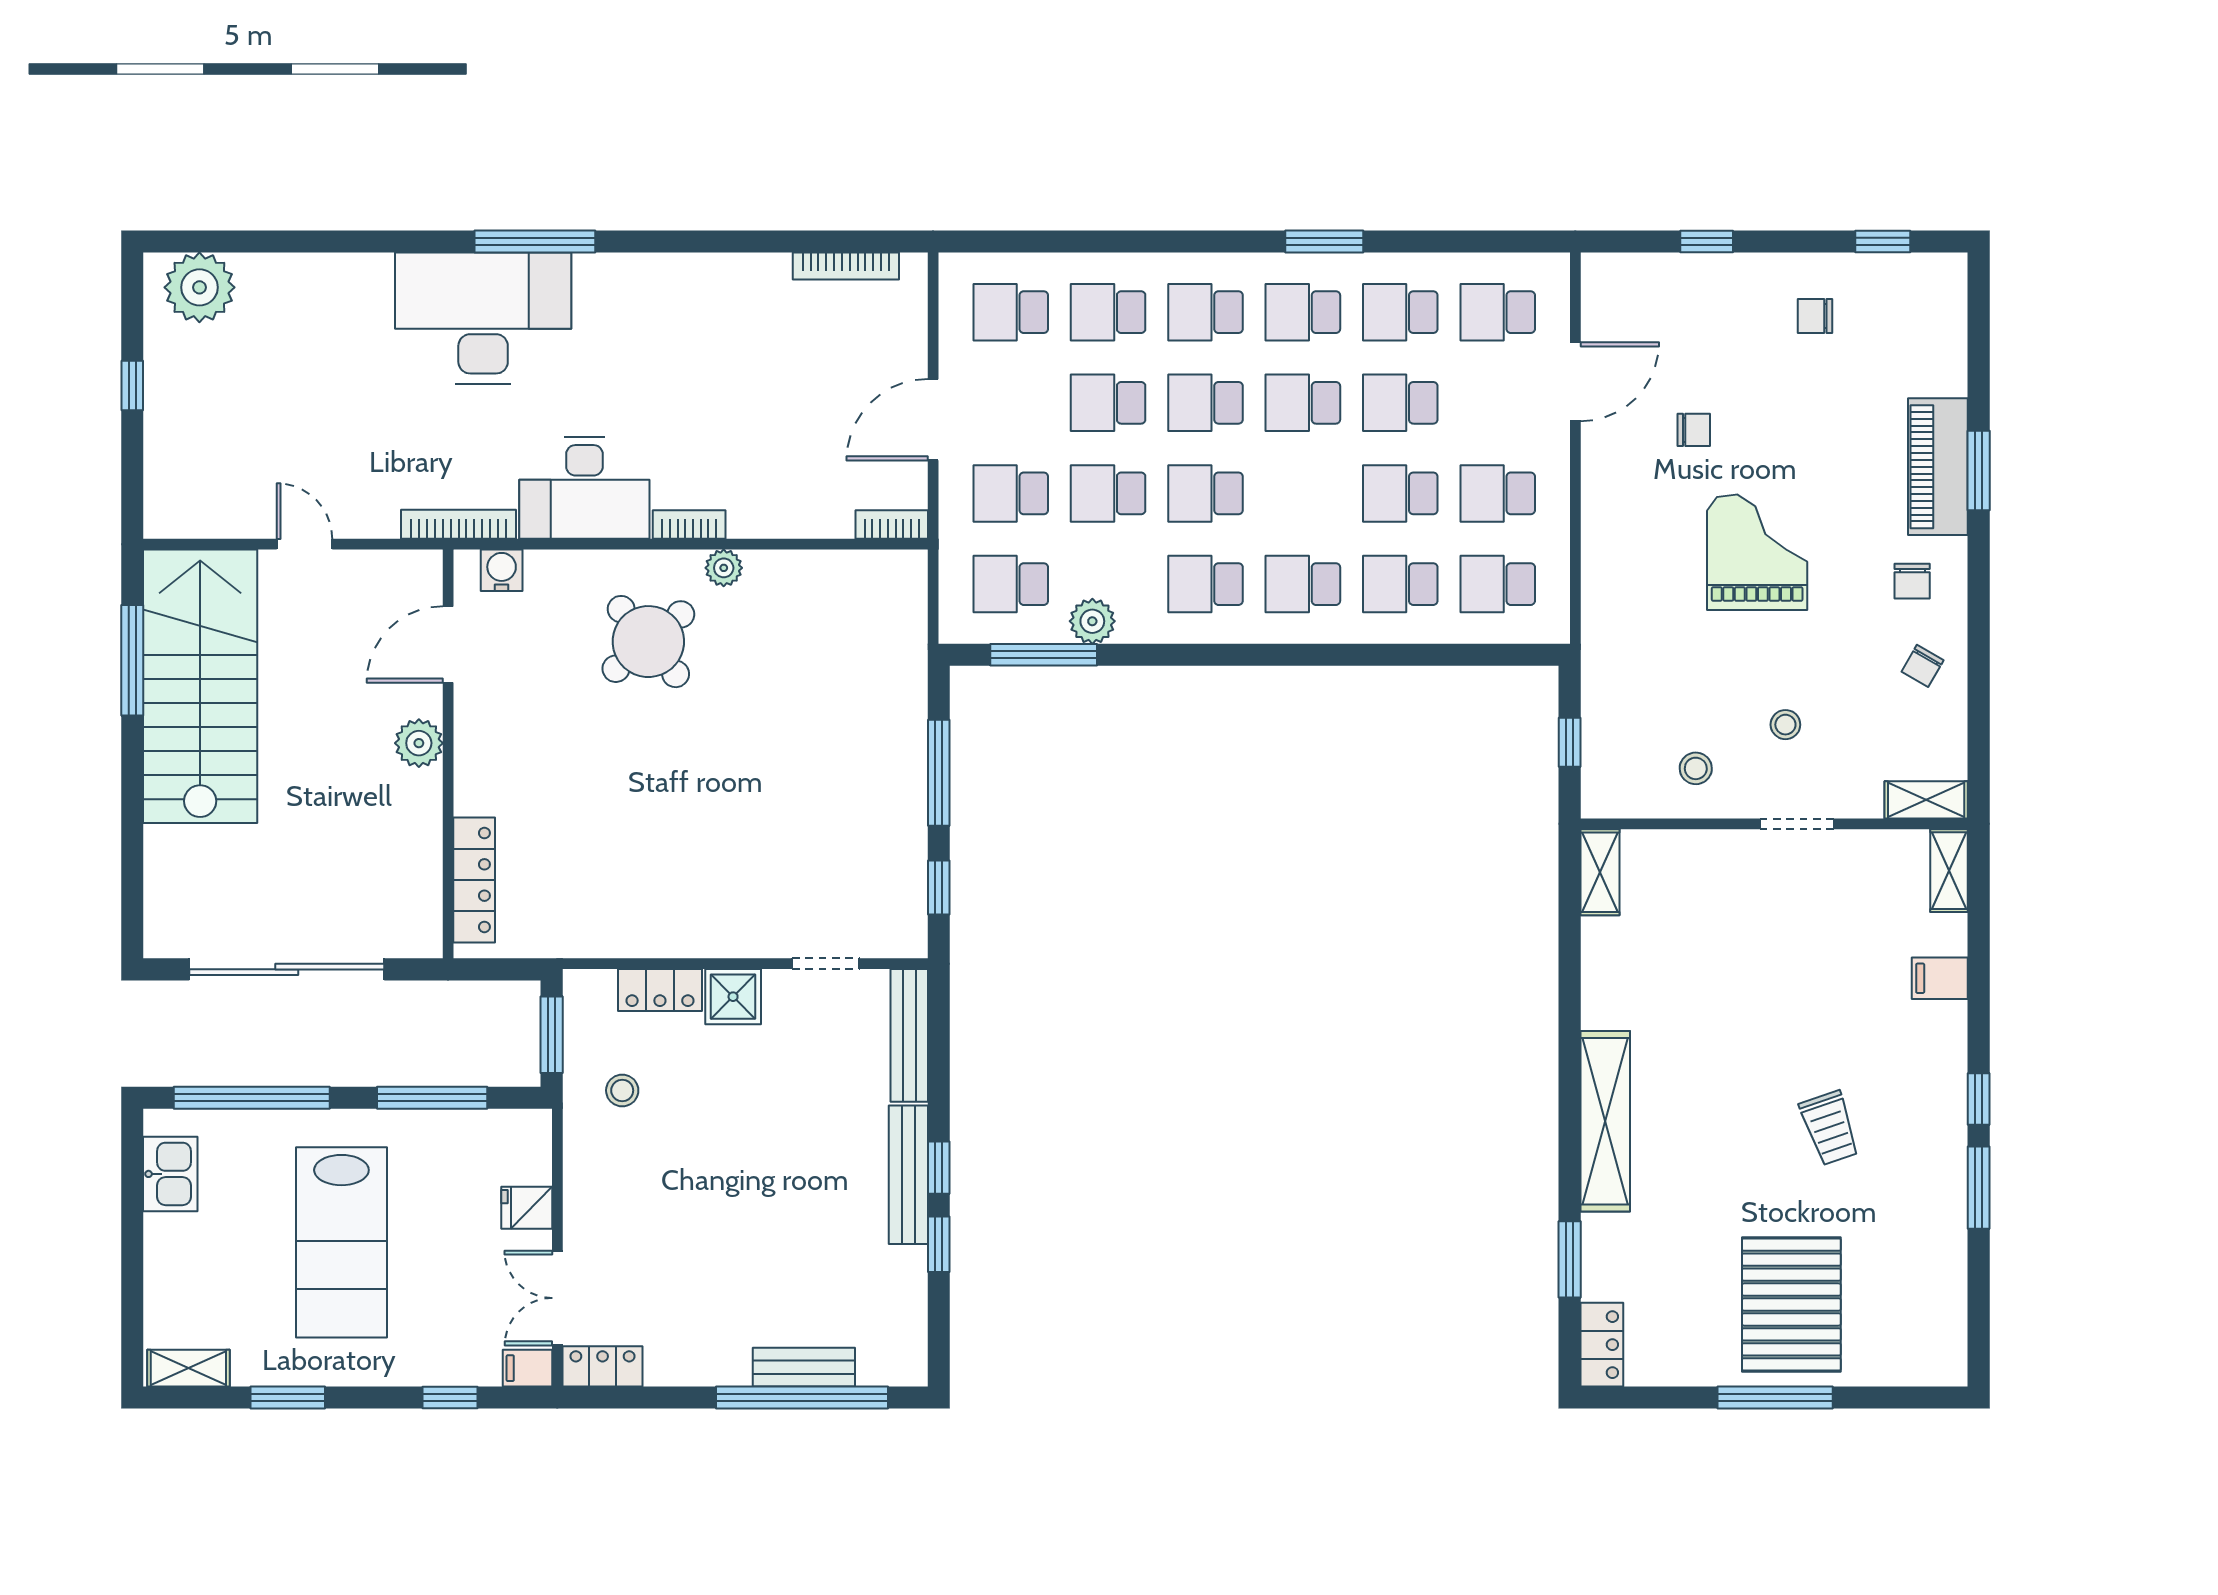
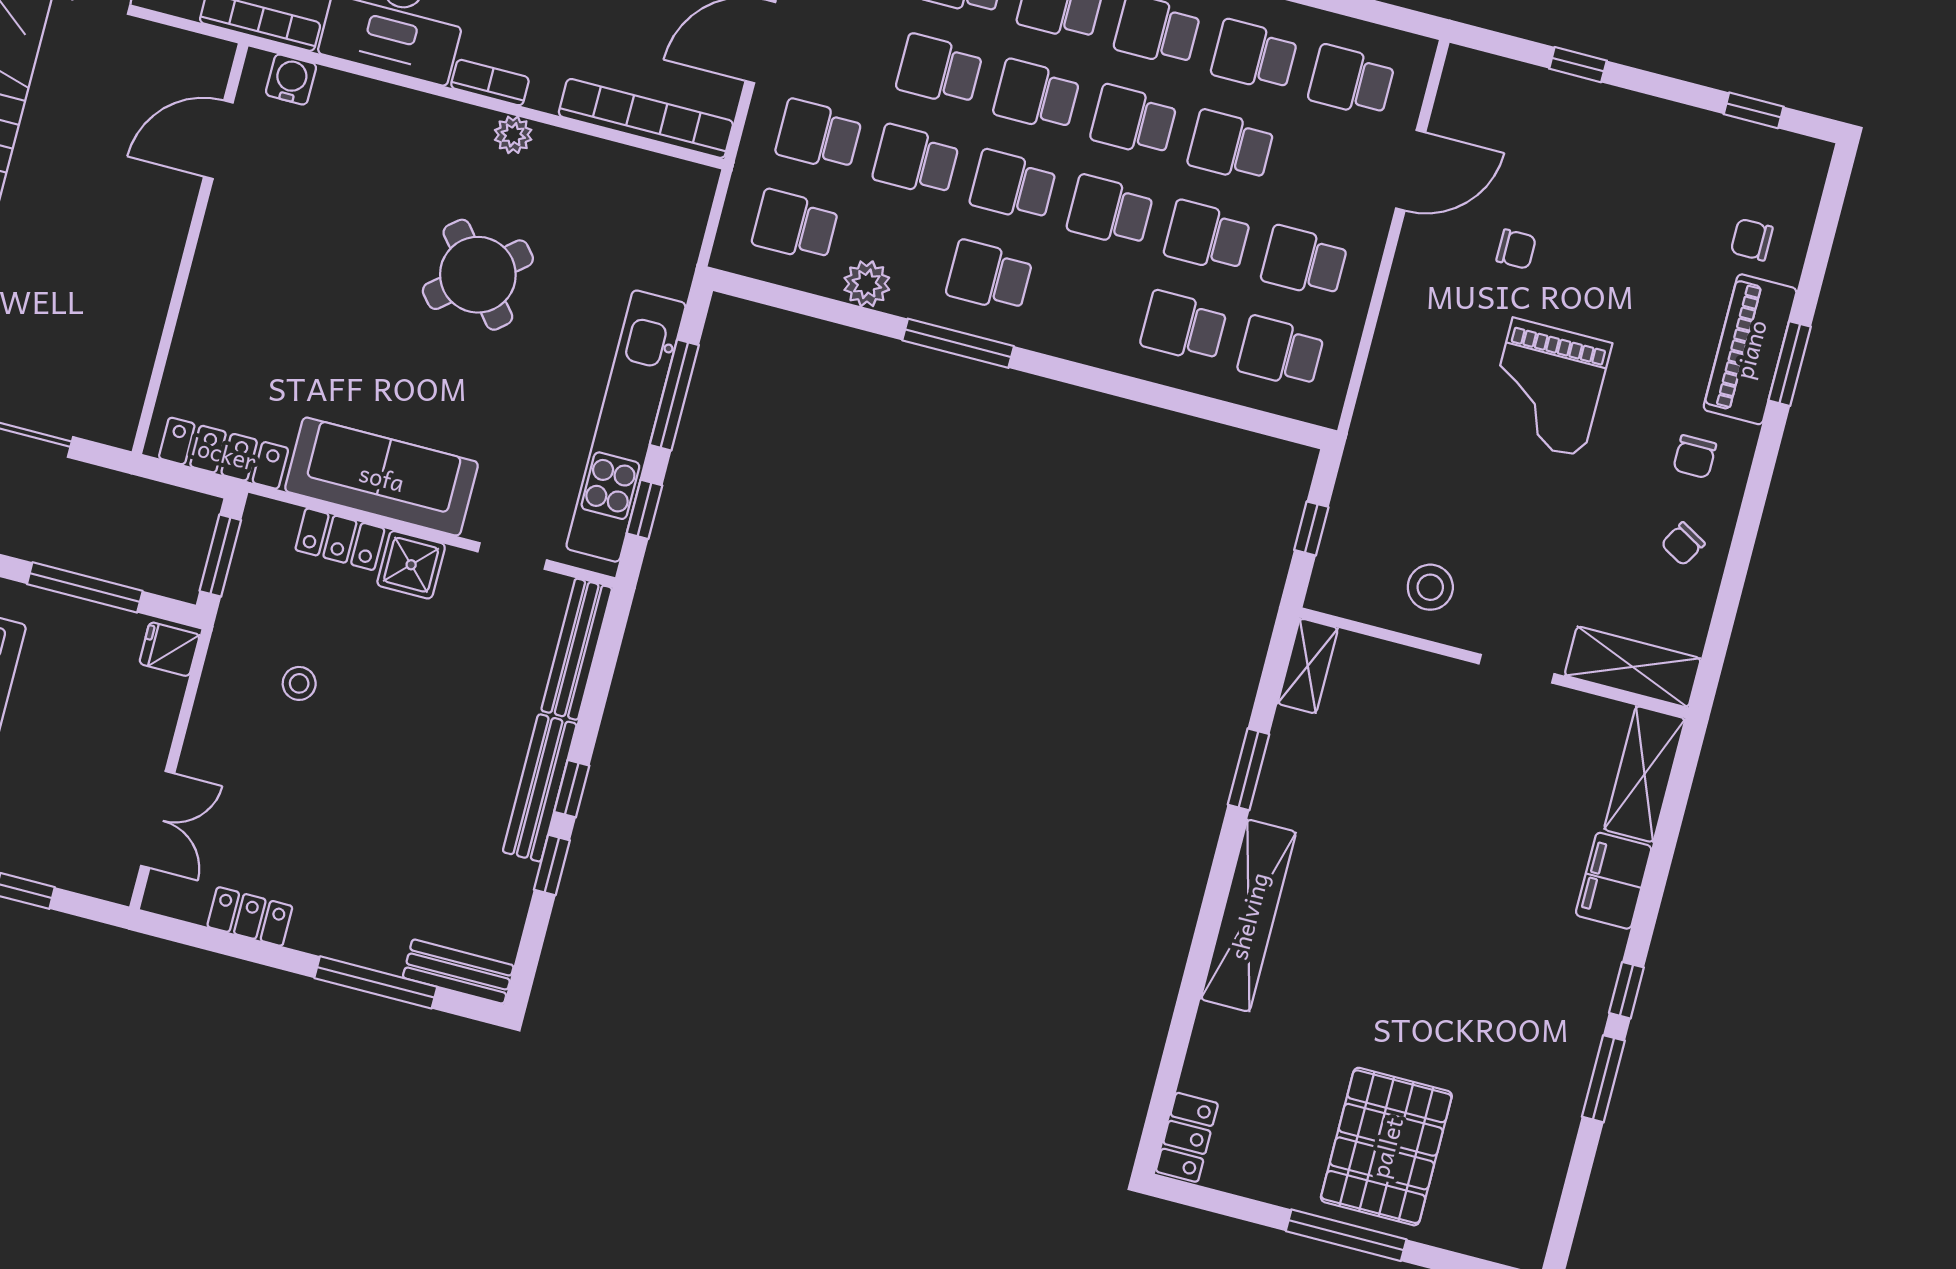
chair: (1815, 316) -> (1752, 240), moved
bookcase: (892, 525) -> (646, 118), width x2.31, depth x1.31
grand piano: (1757, 552) -> (1548, 388), turned 180
school desk: (1303, 584) -> (1110, 211), moved
round table: (648, 642) -> (478, 275), moved
window: (1044, 655) -> (958, 343), moved
stool: (1785, 725) -> (1531, 567), removed
plant: (419, 743) -> (164, 230), removed
stool: (1696, 768) -> (1430, 587), width x1.37, depth x1.37
shelving: (1926, 800) -> (1633, 667), width x1.50, depth x1.33
kitchen unit: (901, 814) -> (626, 426), added
shelving: (1949, 871) -> (1645, 774), width x1.50, depth x1.33
locker: (474, 880) -> (224, 453), moved, turned -90
sofa: (684, 921) -> (382, 477), added
filing cabinet: (1940, 978) -> (1614, 881), width x2.00
stool: (622, 1090) -> (299, 683), moved
trolley: (1830, 1128) -> (1470, 981), removed
fridge: (527, 1208) -> (169, 649), moved
window: (1570, 1259) -> (1249, 769), moved
double door: (557, 1298) -> (158, 820), swing flipped
locker: (603, 1366) -> (250, 916), moved
bench: (804, 1367) -> (458, 972), moved
filing cabinet: (527, 1368) -> (110, 882), removed
window: (802, 1398) -> (376, 982), width x0.68

